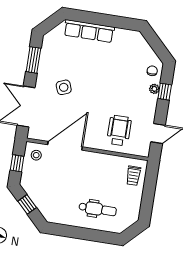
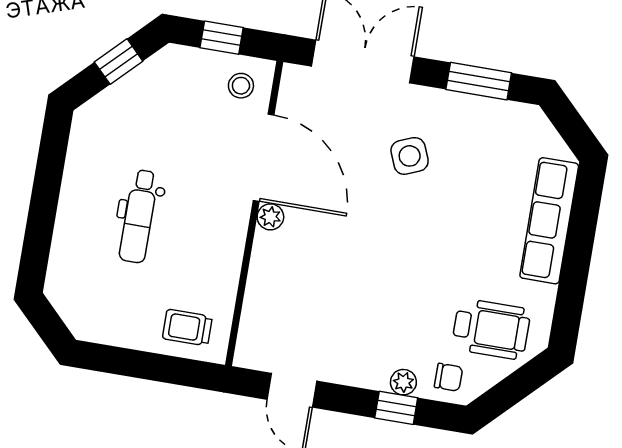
wheelchair: (119, 131) -> (491, 329), moved
plant: (89, 143) -> (270, 217), added
dental chair: (98, 209) -> (139, 216), moved

